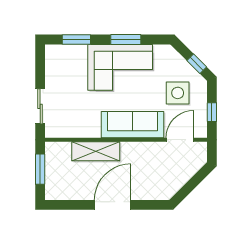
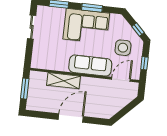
sliding door: (40, 106) -> (32, 27), moved

